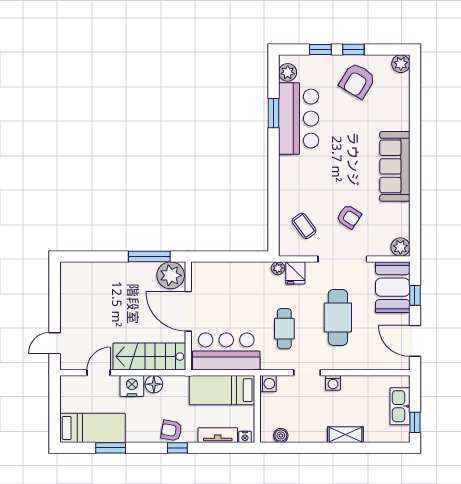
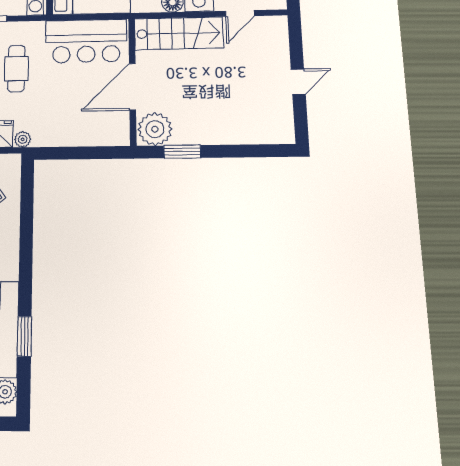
window: (149, 256) -> (182, 152), width x0.69
door: (188, 311) -> (132, 87), swing flipped
door: (55, 343) -> (298, 82), moved

